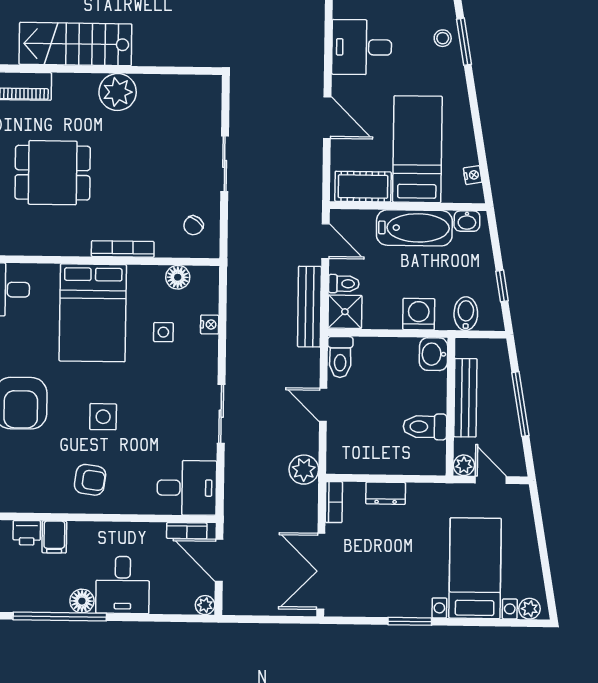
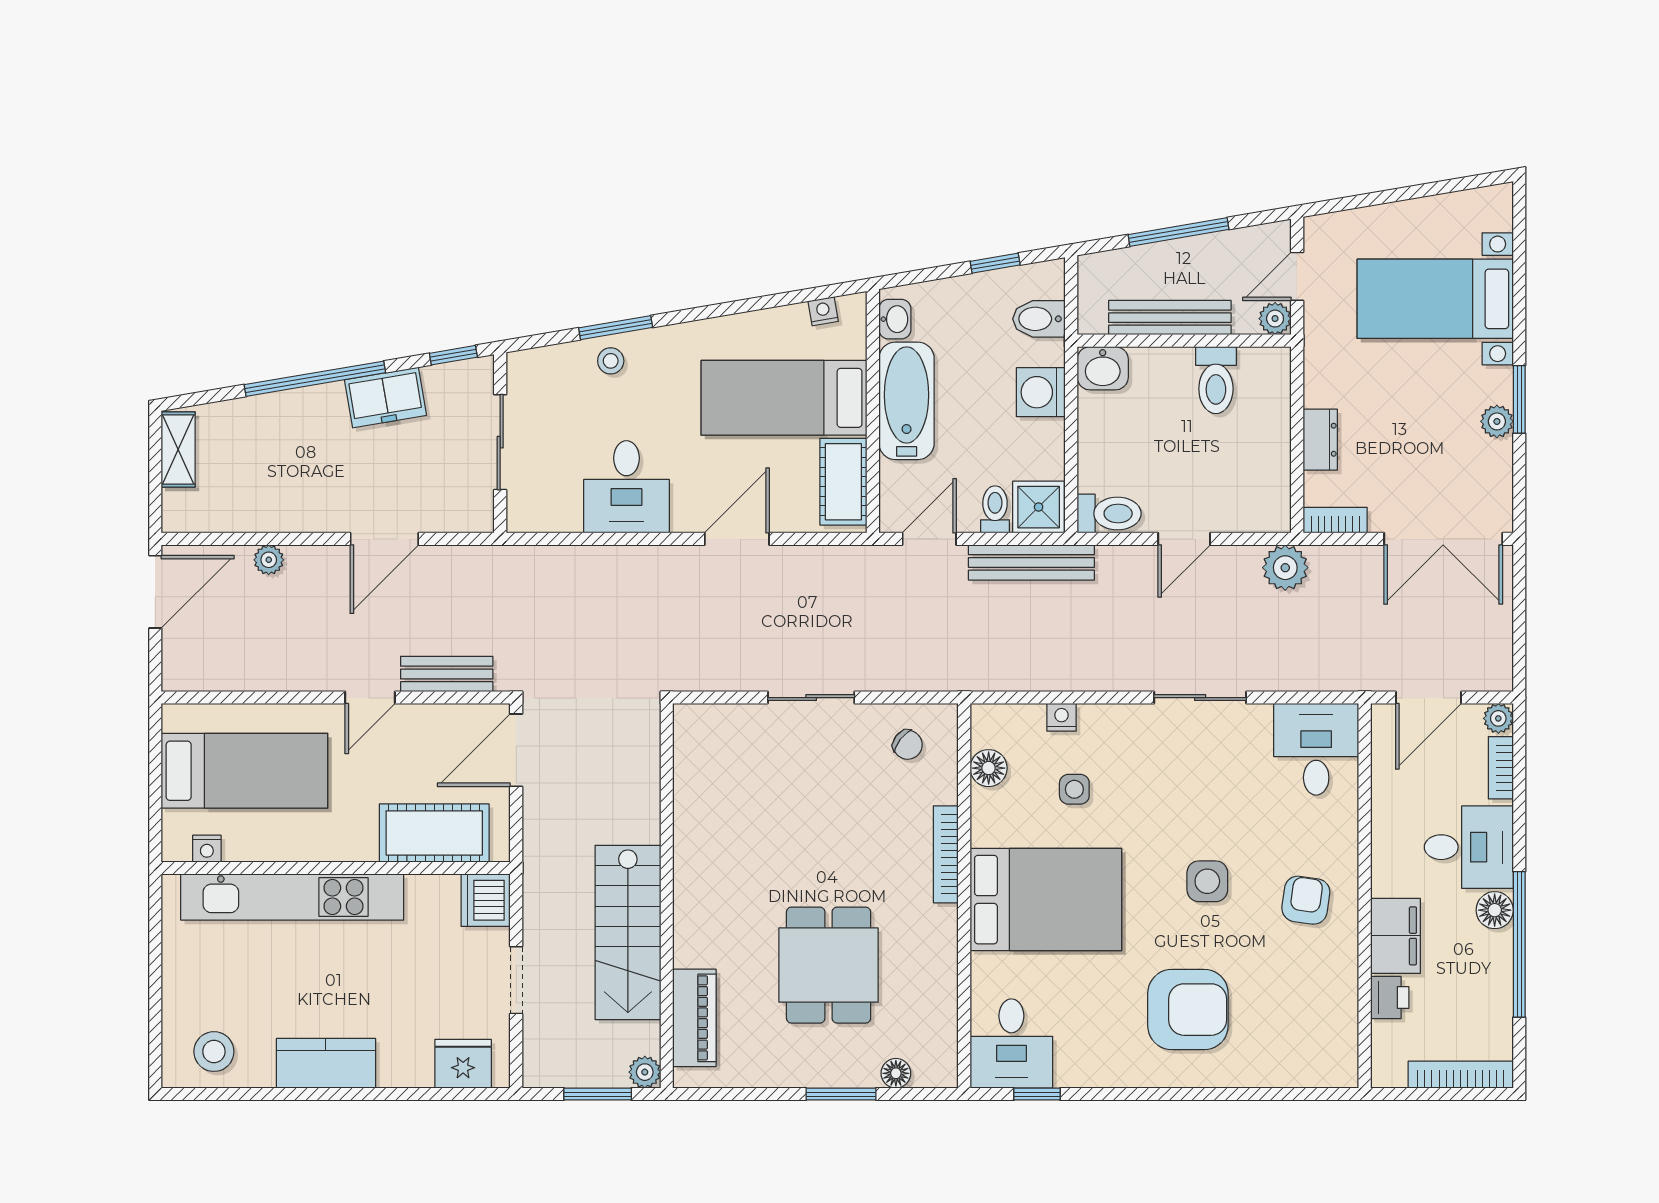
plant: (118, 92) -> (702, 866), removed
bookcase: (187, 531) -> (1501, 768), moved, turned 180
filing cabinet: (54, 537) -> (1395, 936), width x2.00
plant: (529, 609) -> (1497, 421), moved

